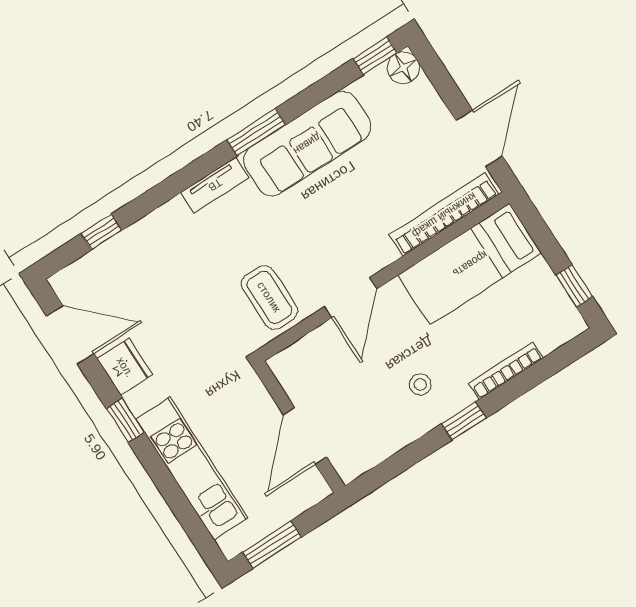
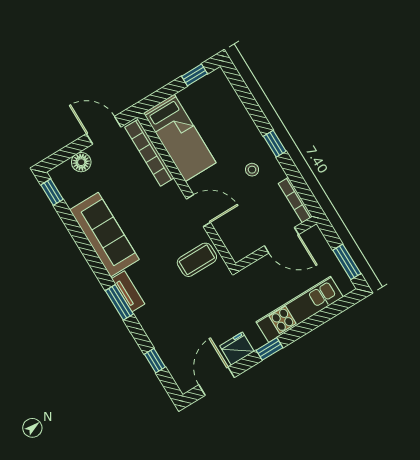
floor lamp: (403, 68) -> (81, 162), moved
window: (256, 132) -> (119, 302), moved
bookcase: (506, 371) -> (295, 200), moved

